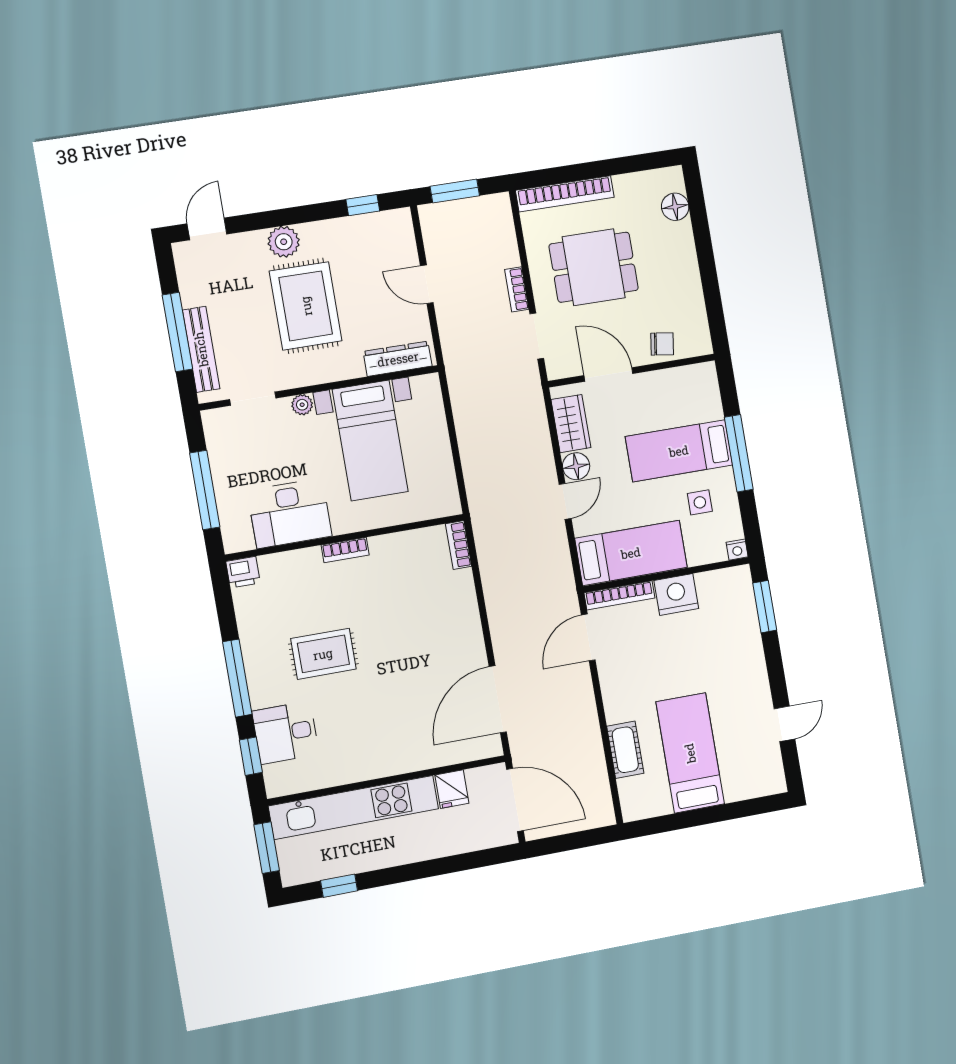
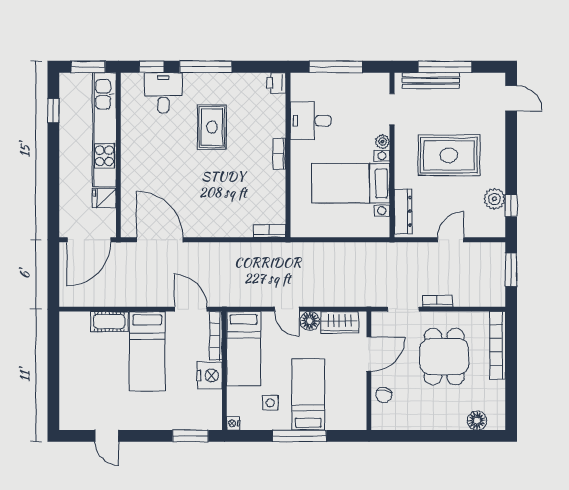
plant: (284, 242) -> (495, 199), moved
desk: (290, 513) -> (311, 121), width x0.73
bed: (690, 753) -> (147, 351), moved, turned 90

